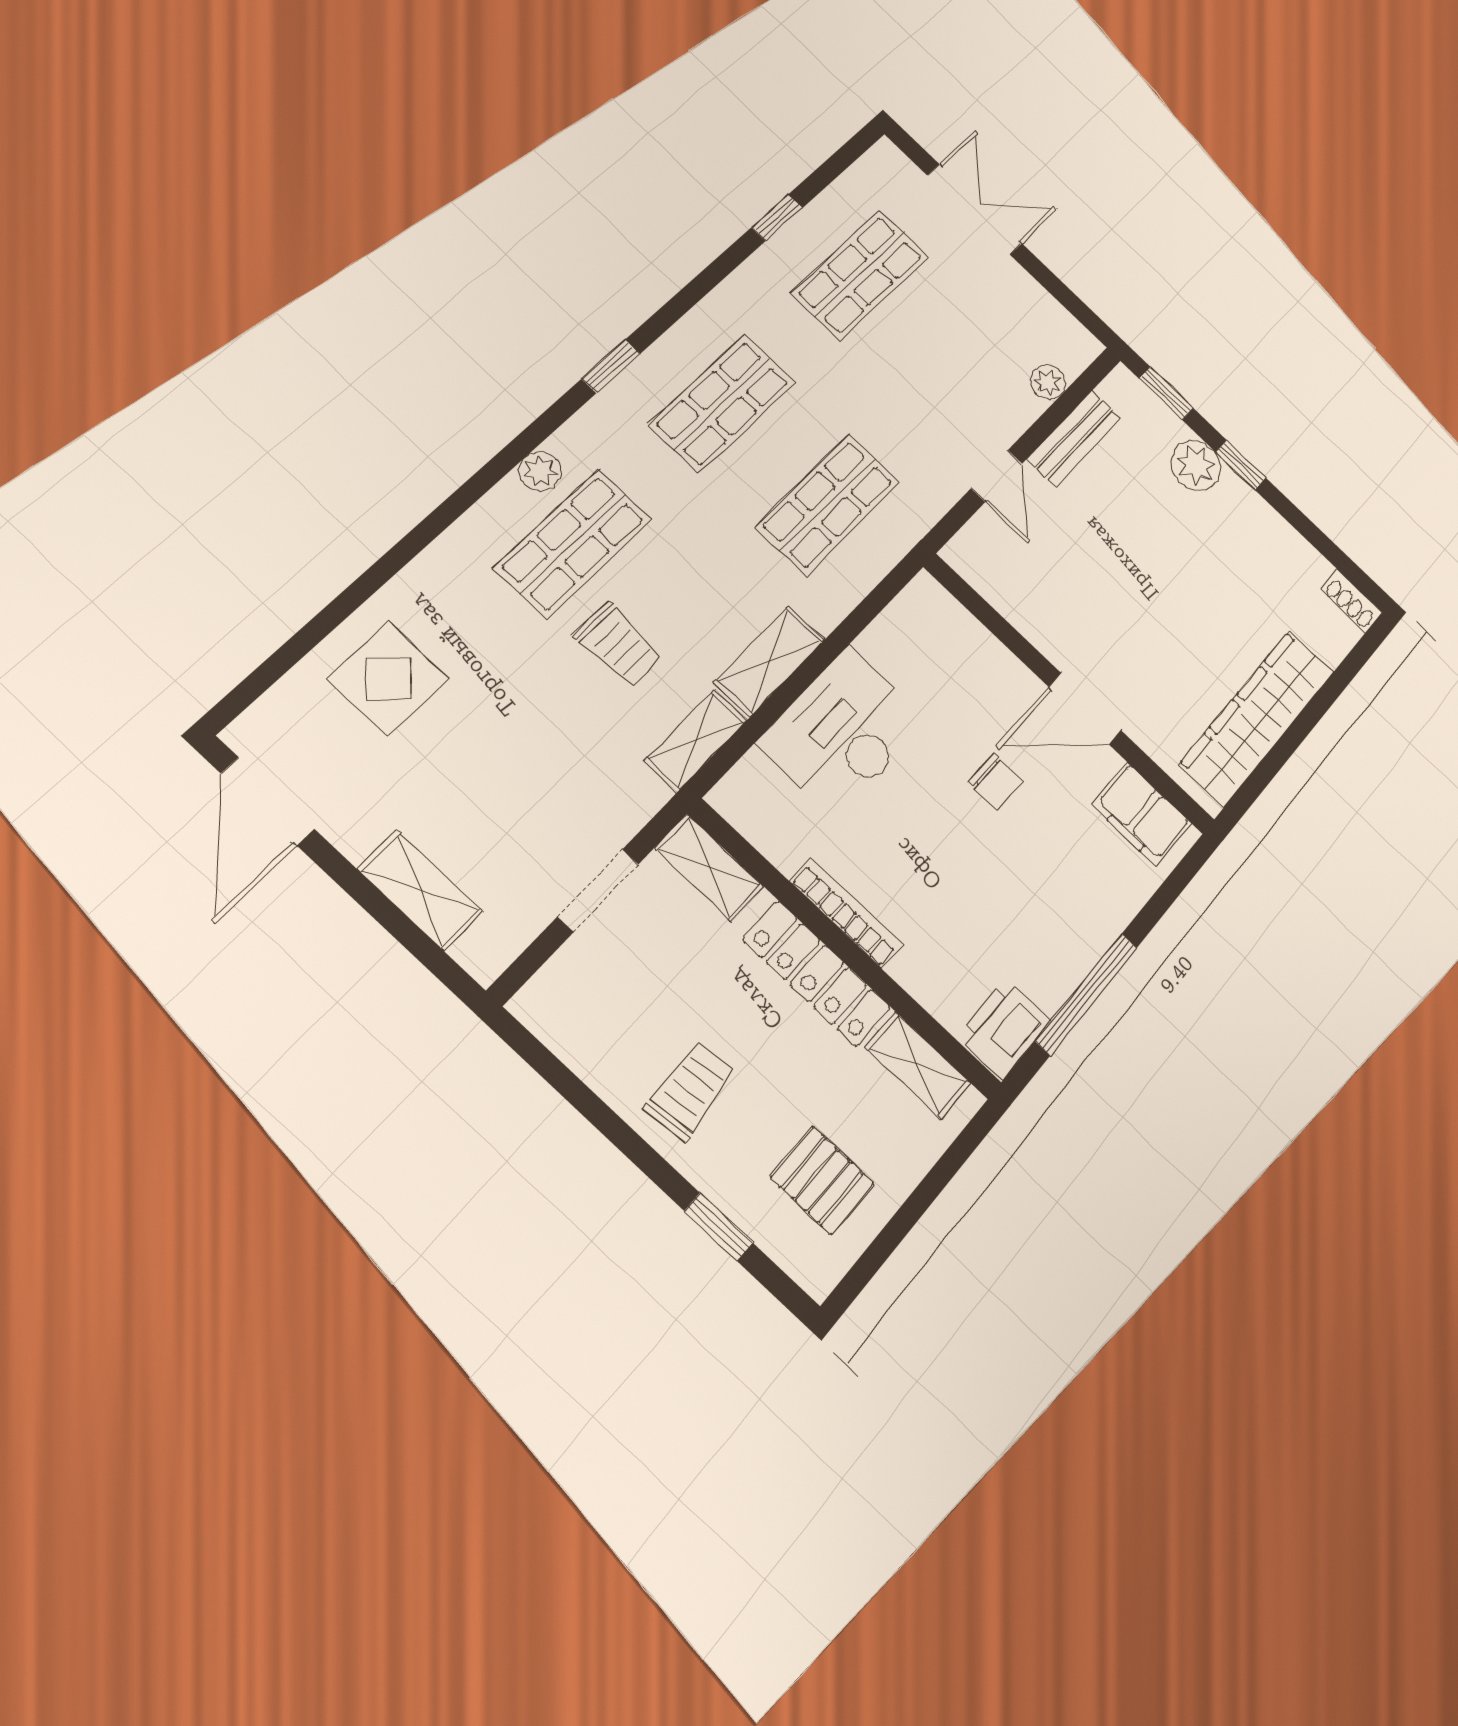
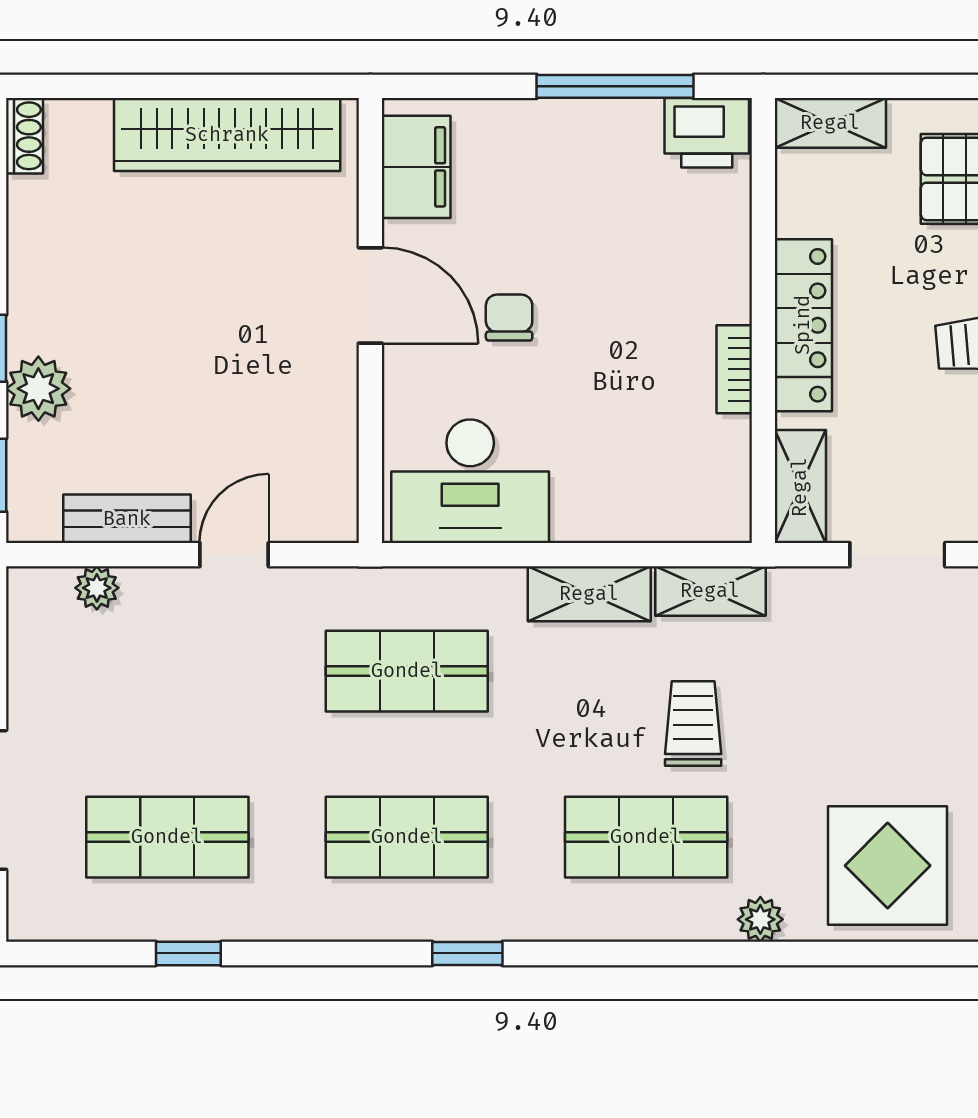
plant: (540, 471) -> (760, 919), moved
display table: (388, 679) -> (888, 866), width x1.36, depth x1.36
desk: (842, 732) -> (470, 481), moved
bookcase: (846, 913) -> (734, 369), width x0.64
shelving: (918, 1065) -> (830, 123), moved, turned 90

